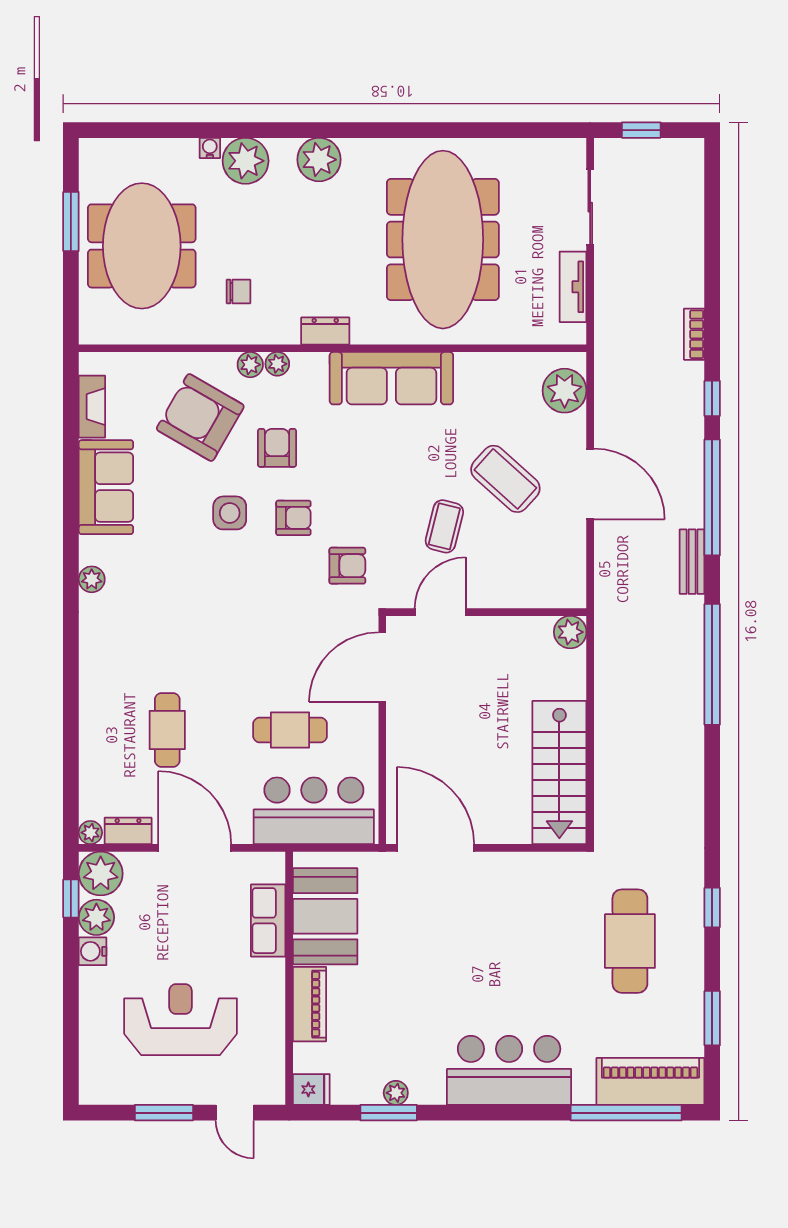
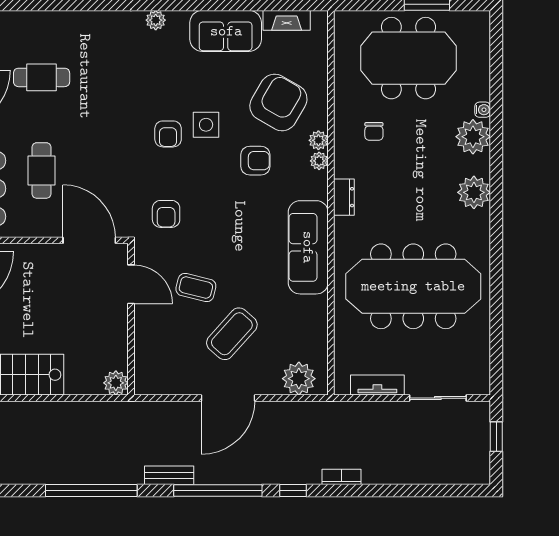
armchair: (293, 518) -> (168, 134), moved

